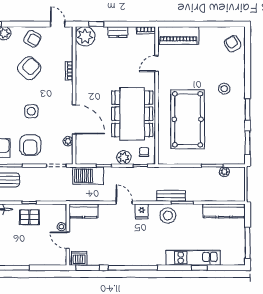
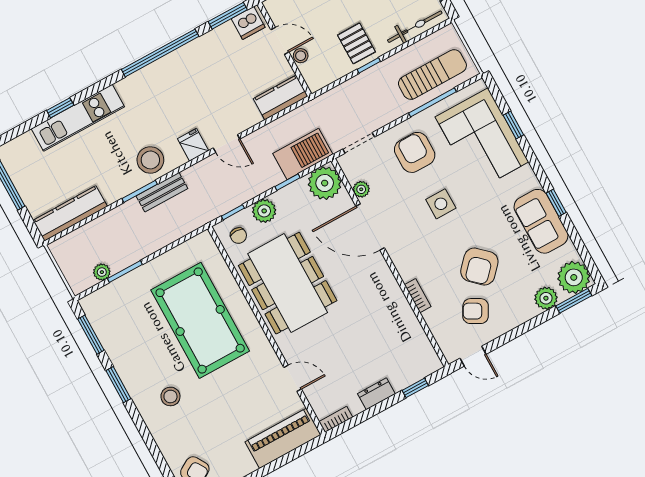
plant: (85, 36) -> (325, 183), moved
armchair: (32, 39) -> (476, 311), moved
door: (157, 64) -> (293, 378), hinge flipped
pallet: (29, 217) -> (356, 43), turned 90

